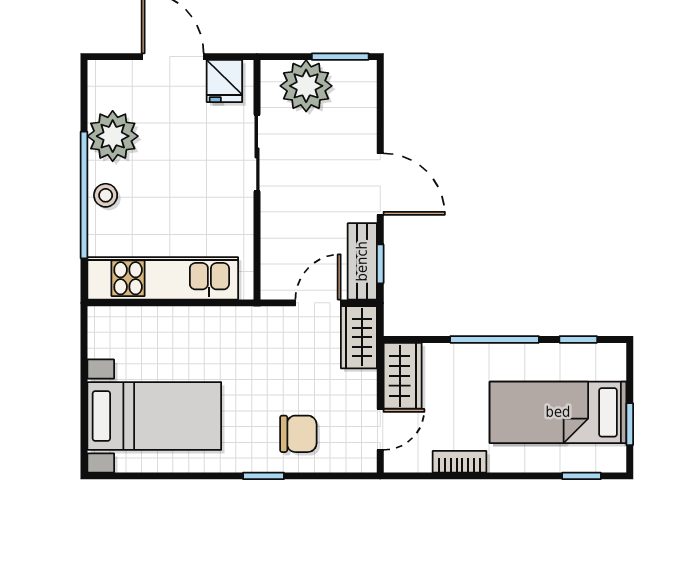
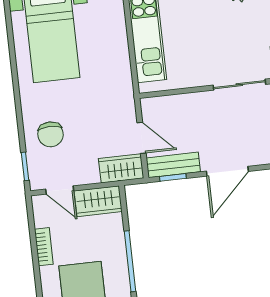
window: (263, 476) -> (25, 166), moved

